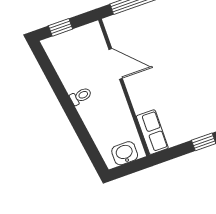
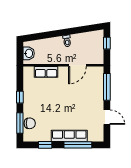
row of seats: (152, 132) -> (46, 72), moved

